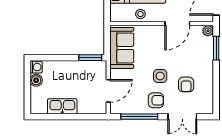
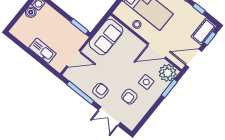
plant: (208, 31) -> (168, 73), width x1.87, depth x1.87
side table: (160, 76) -> (146, 82), moved
armchair: (156, 100) -> (100, 91), turned -90
kitchen sink: (62, 106) -> (43, 51), moved

